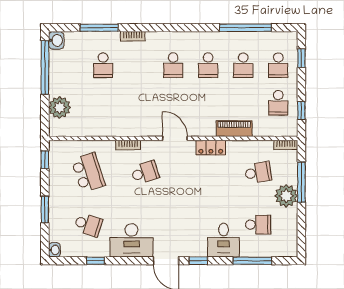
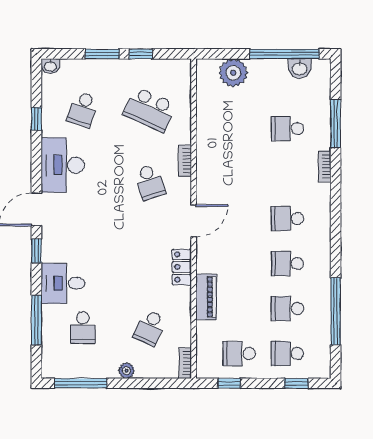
washbasin: (56, 40) -> (300, 68), moved
window: (45, 160) -> (141, 54), moved
school desk: (88, 173) -> (150, 109), turned 42
school desk: (258, 173) -> (150, 328), turned 33
window: (301, 182) -> (81, 383), moved
plant: (286, 196) -> (127, 371), width x0.53, depth x0.53

